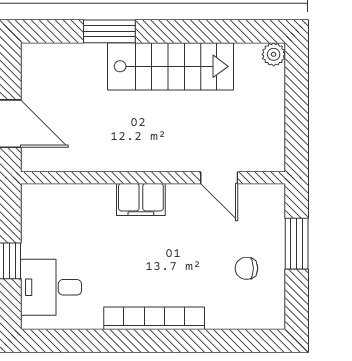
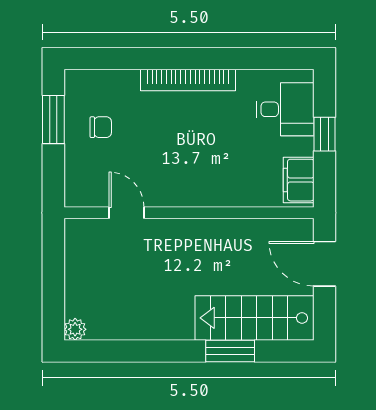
stairs: (170, 66) -> (254, 318), moved
filing cabinet: (141, 199) -> (299, 180), moved, turned -90
window: (297, 244) -> (53, 119), moved

